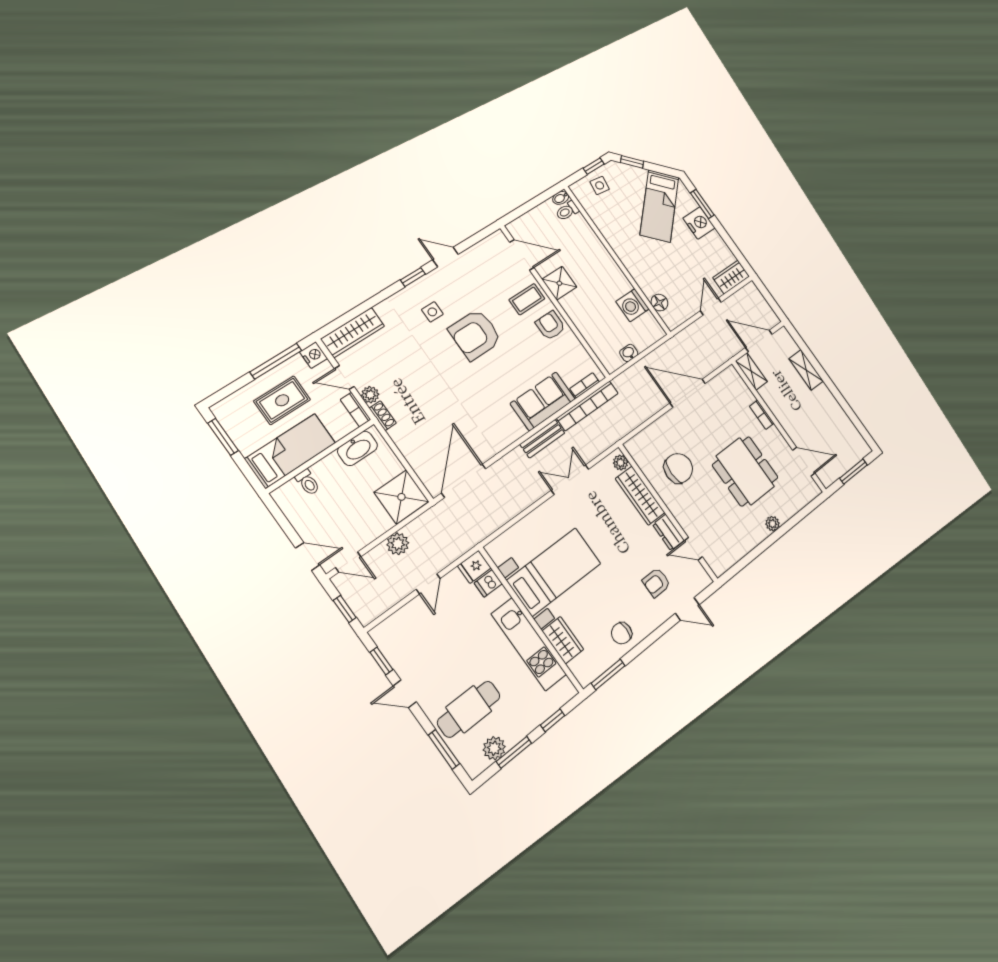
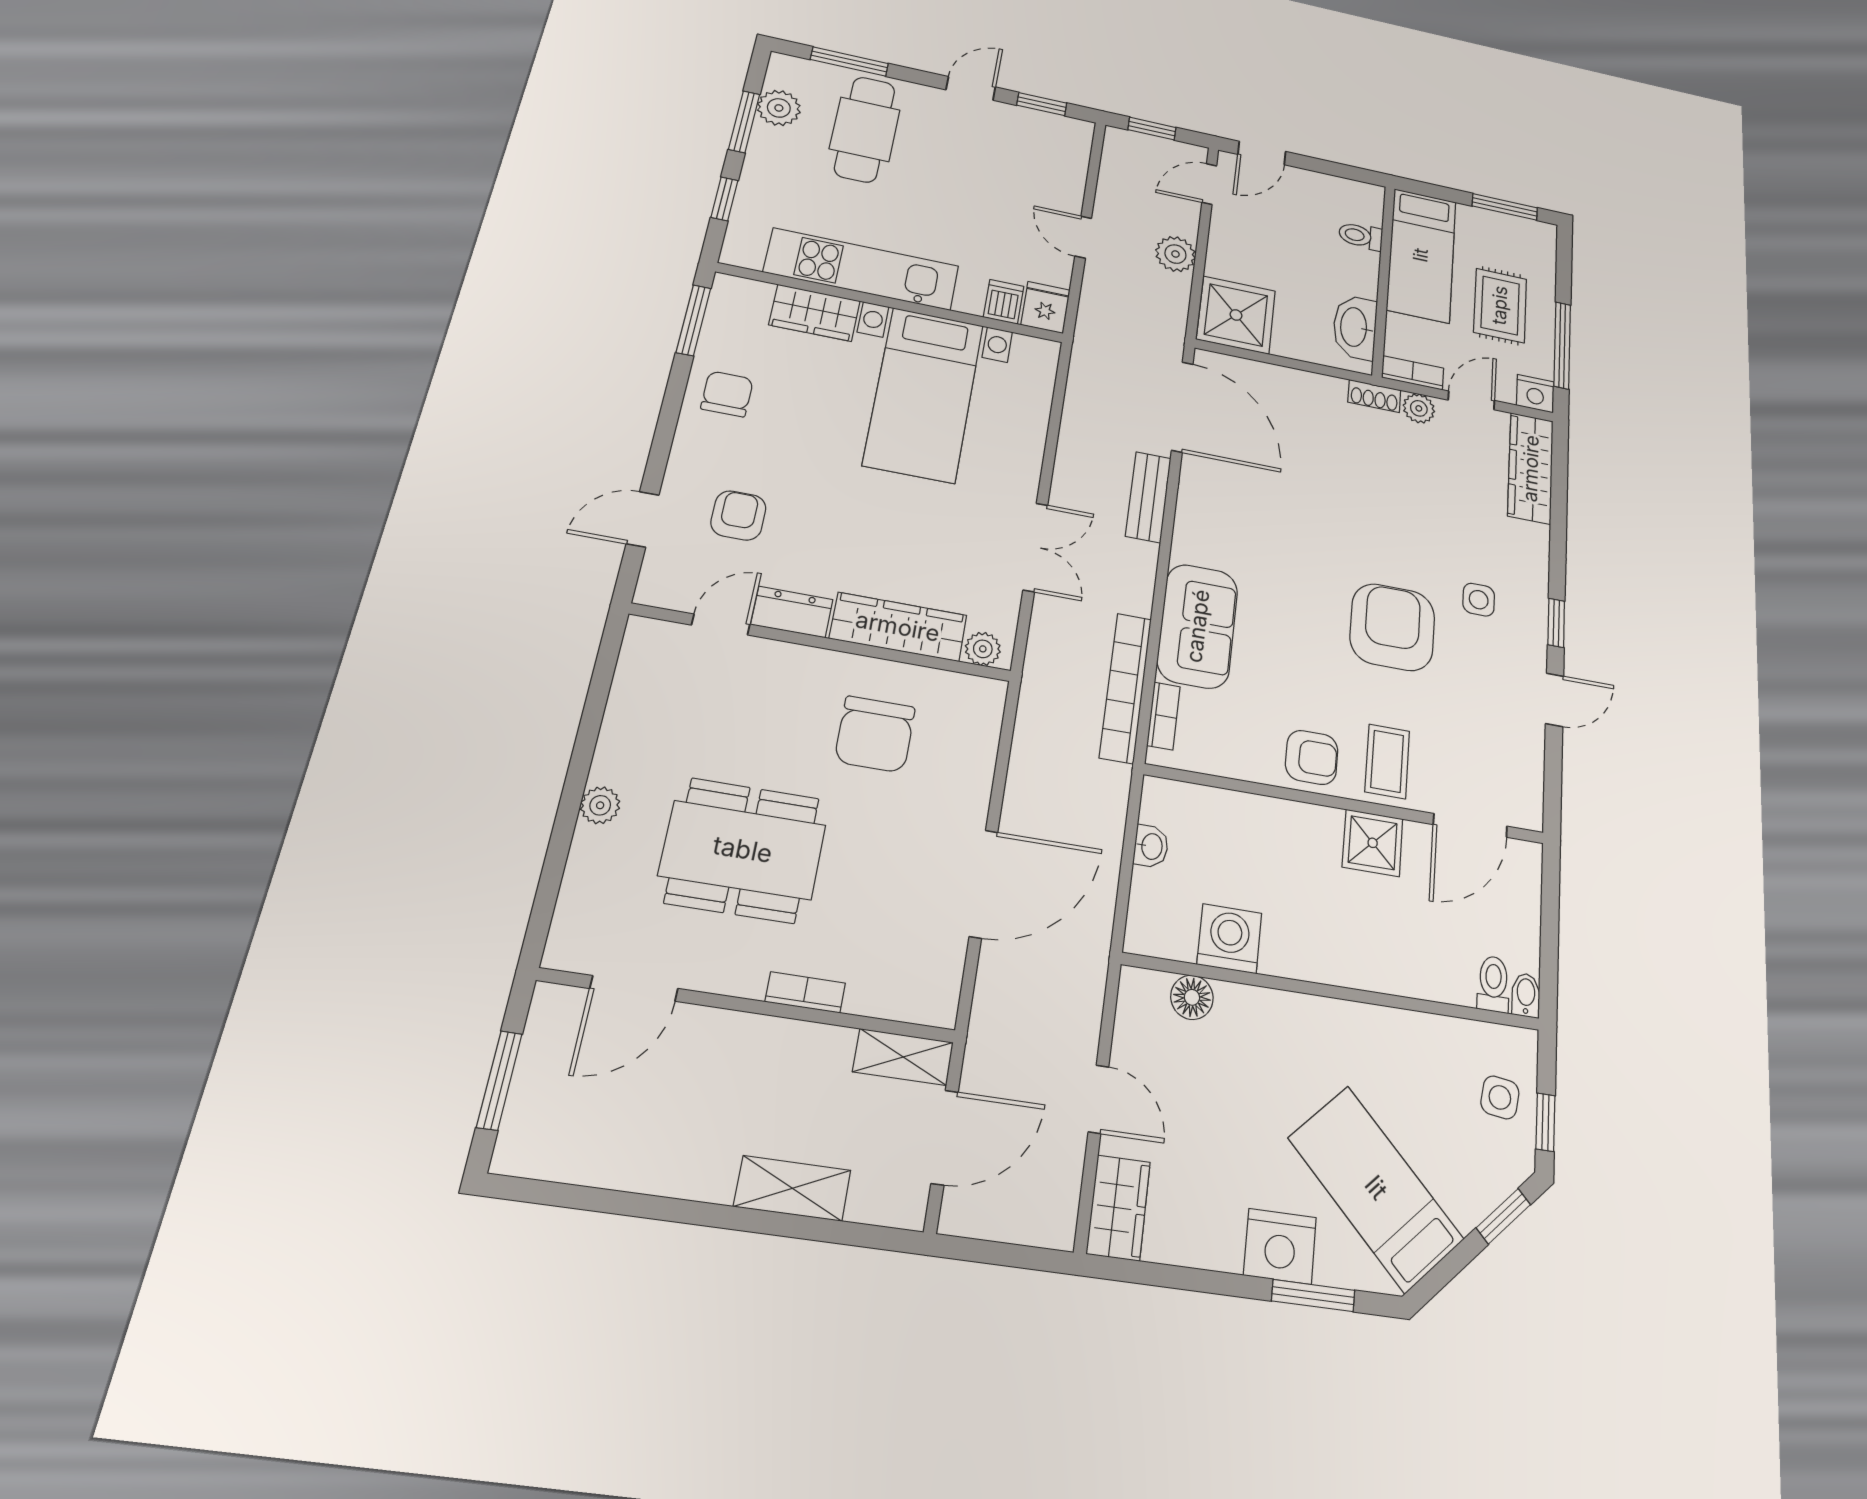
bench: (542, 439) -> (1148, 497), moved

